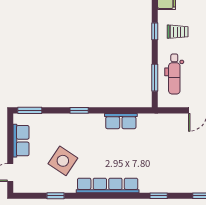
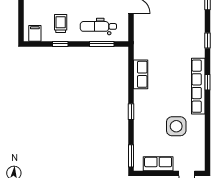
dental chair: (174, 74) -> (98, 26), turned 180
side table: (63, 161) -> (176, 126), turned -34
window: (55, 196) -> (207, 82), moved

